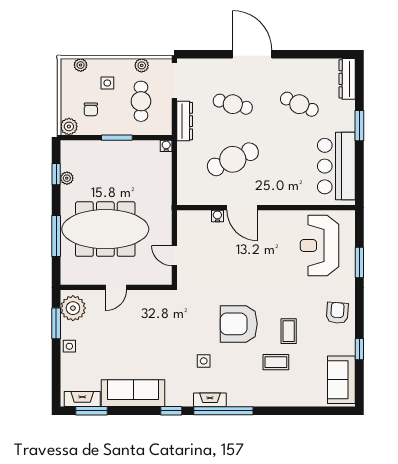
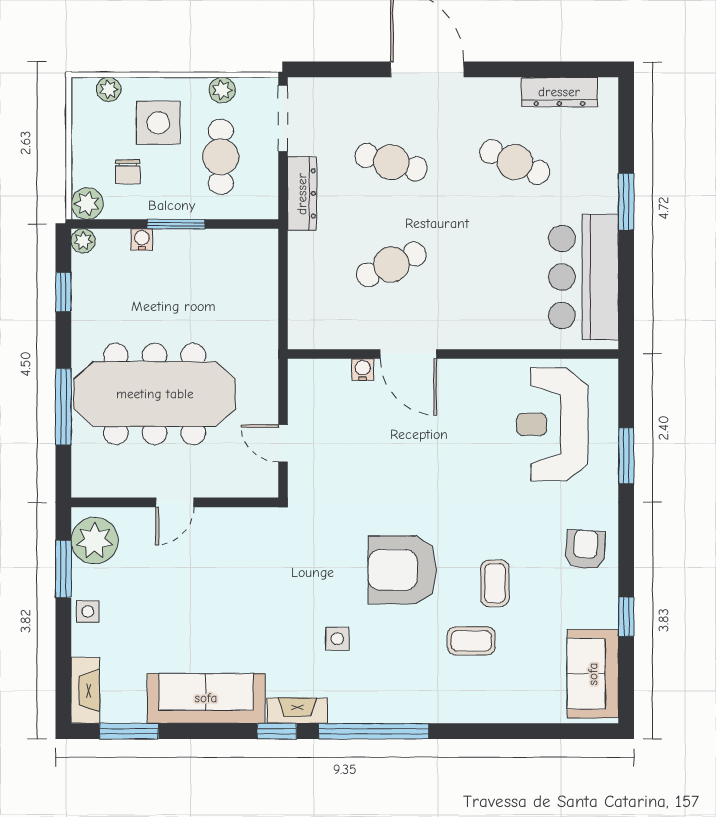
dresser: (347, 79) -> (559, 92), moved, turned -90
side table: (107, 83) -> (158, 123), width x1.87, depth x1.87
water cooler: (166, 146) -> (142, 239), moved
cafe table: (233, 159) -> (391, 264), width x0.73, depth x0.74
plant: (67, 178) -> (83, 241), moved
fireplace: (82, 399) -> (85, 690), moved, turned 90
fireplace: (210, 400) -> (297, 711), moved

